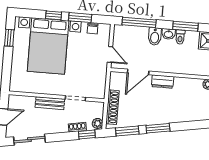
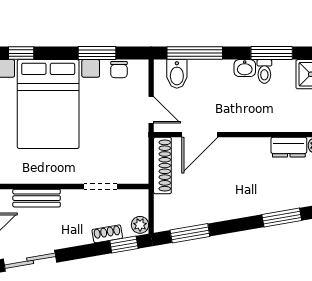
window: (54, 15) -> (21, 53), moved
bidet: (155, 36) -> (177, 74), moved
dresser: (163, 82) -> (289, 147), moved
bench: (50, 103) -> (37, 198), moved
shoe rack: (113, 107) -> (162, 166), moved
window: (158, 128) -> (282, 218), moved

